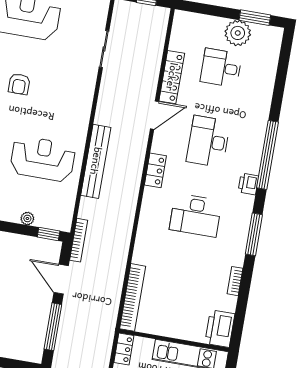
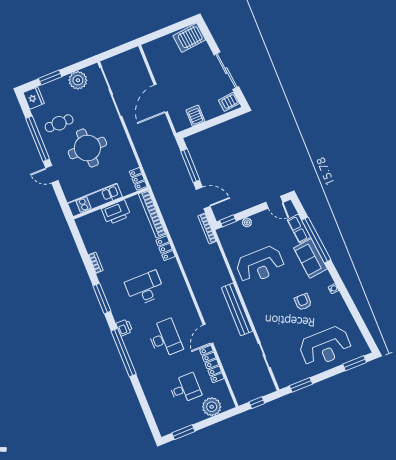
plant: (238, 33) -> (212, 407), moved
bench: (96, 161) -> (237, 309), moved
locker: (155, 170) -> (166, 248), moved
printer: (220, 329) -> (116, 212), moved, turned 90

